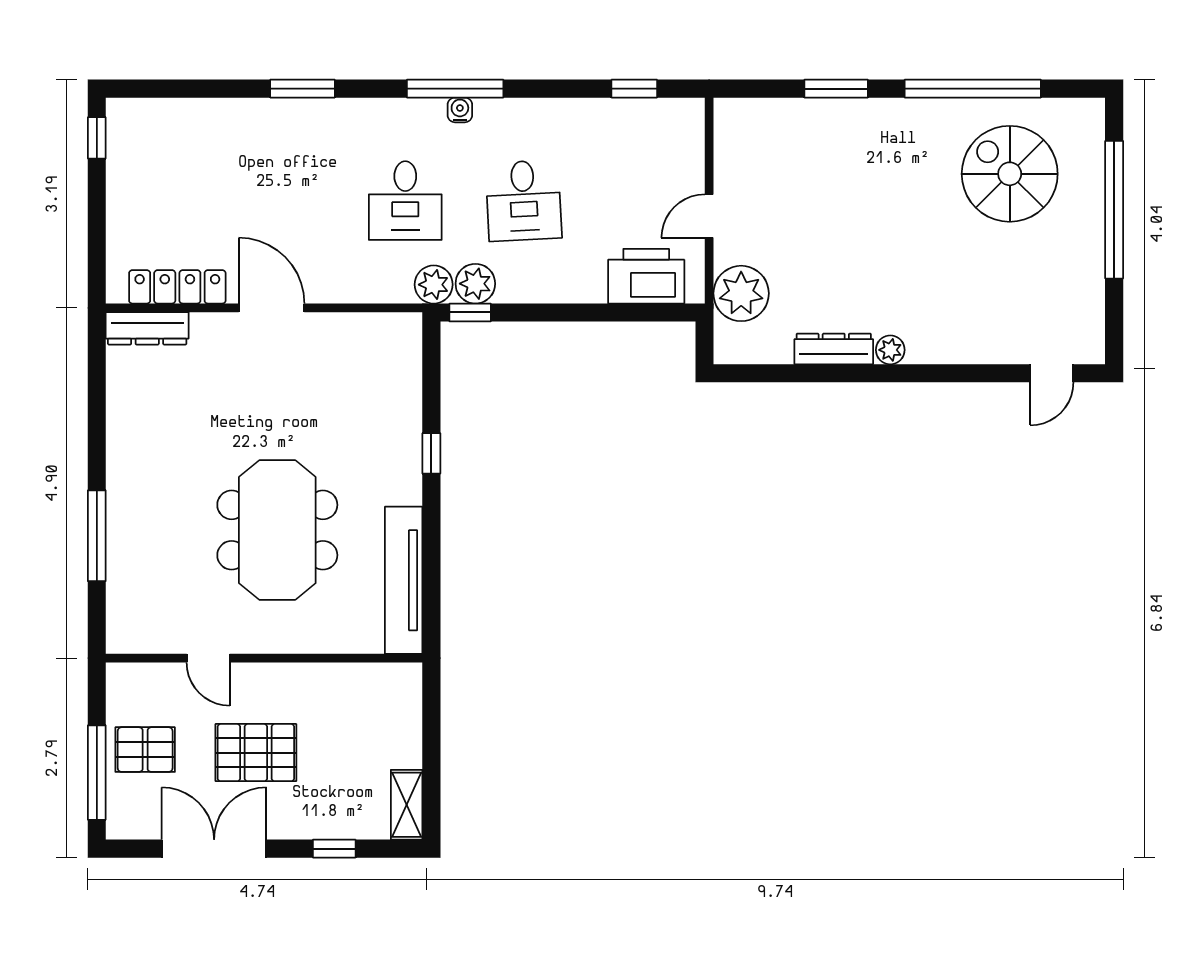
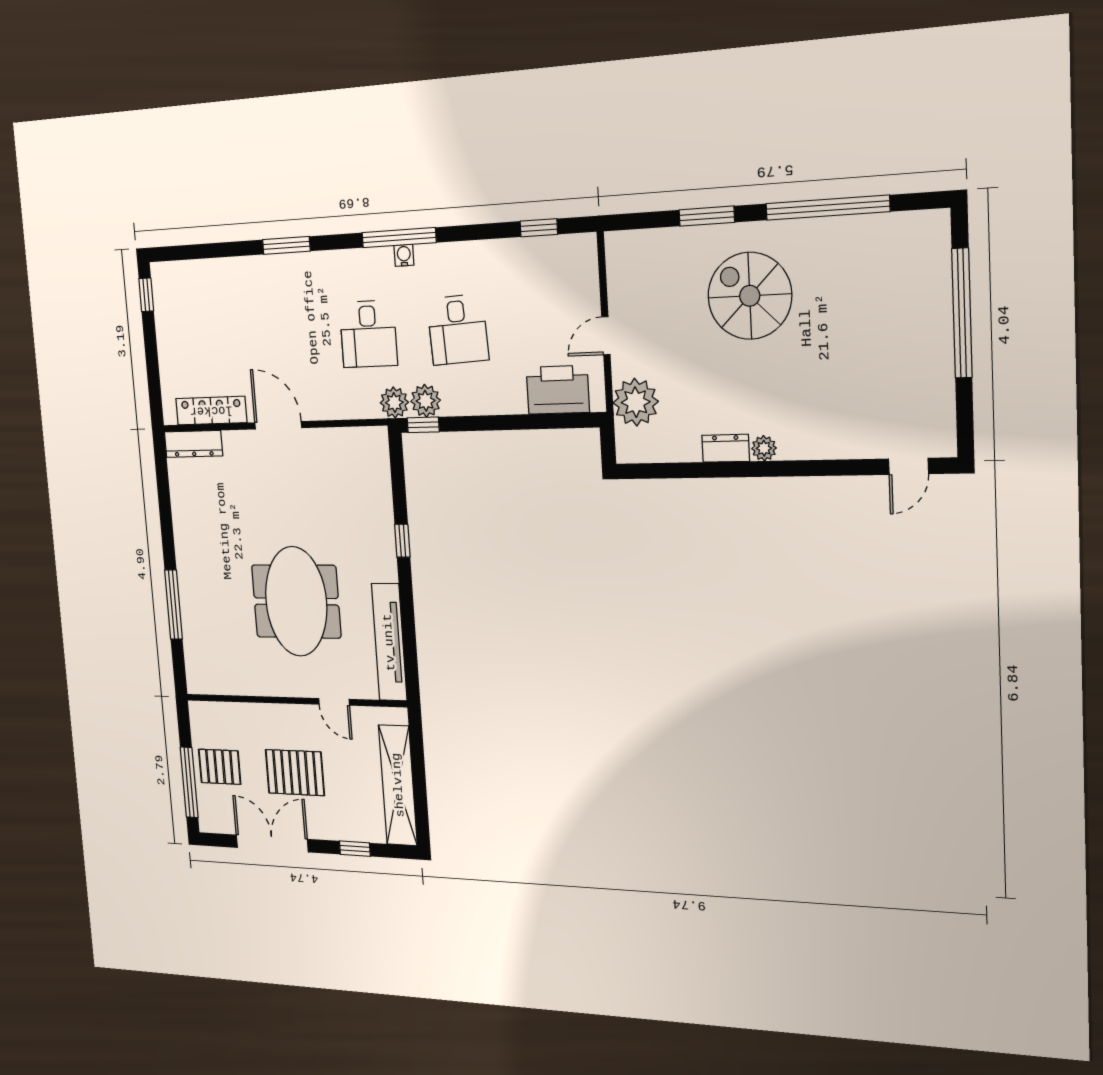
spiral stairs: (1010, 174) -> (750, 296), moved
dresser: (834, 349) -> (726, 448), width x0.70
door: (208, 658) -> (334, 702), moved
shelving: (407, 805) -> (398, 785), width x2.20, depth x1.33

